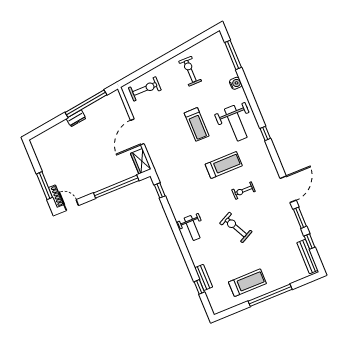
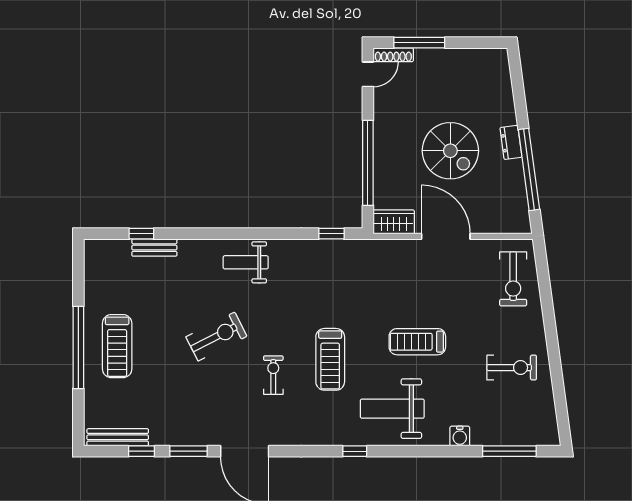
spiral stairs: (93, 147) -> (450, 151), added
treadmill: (247, 283) -> (117, 346), moved

